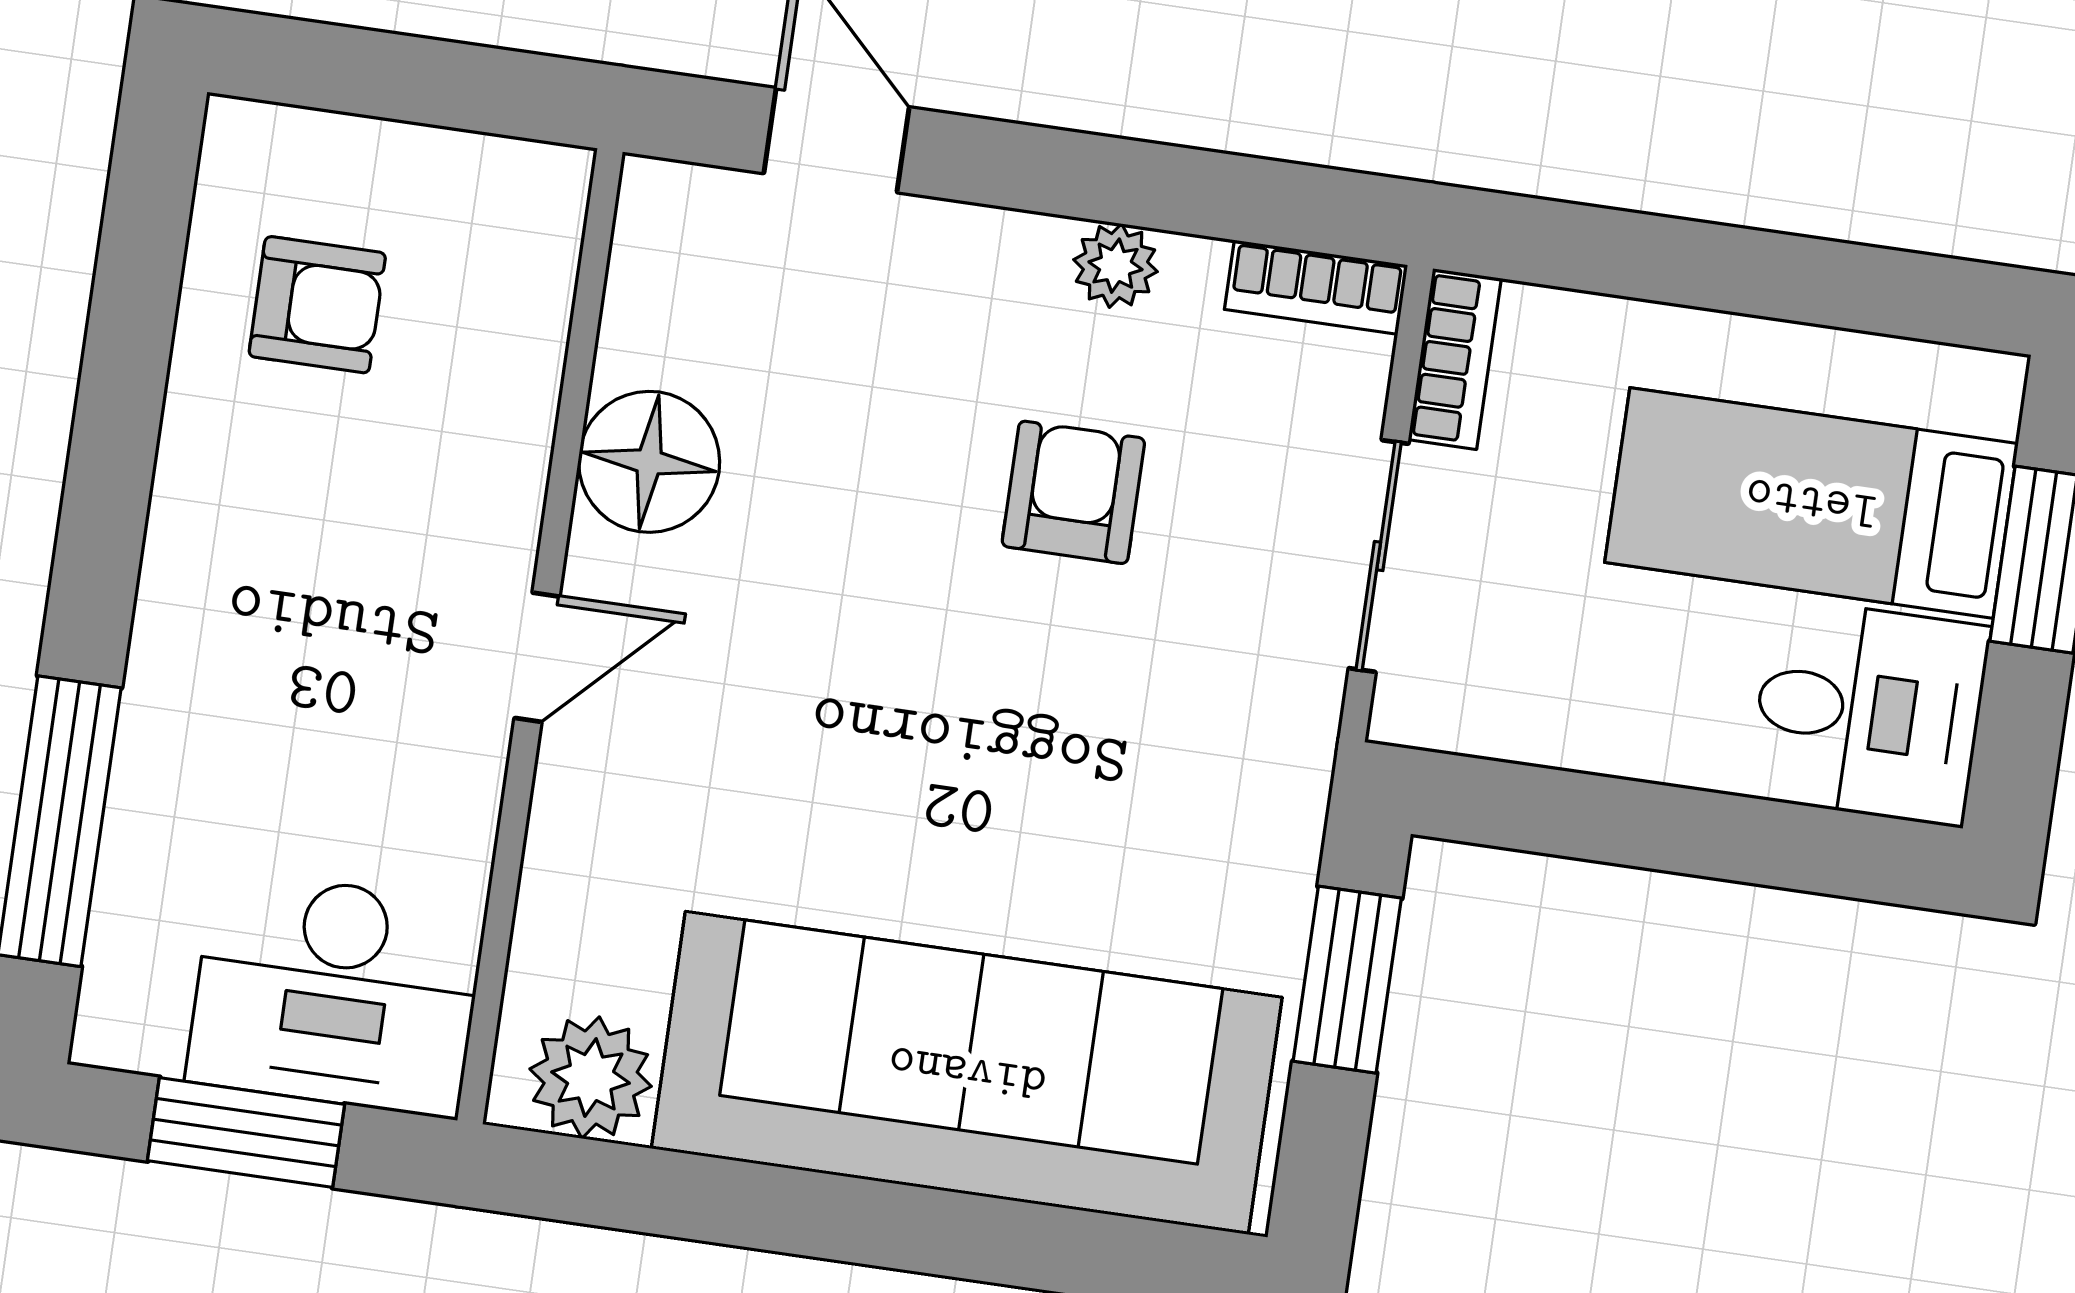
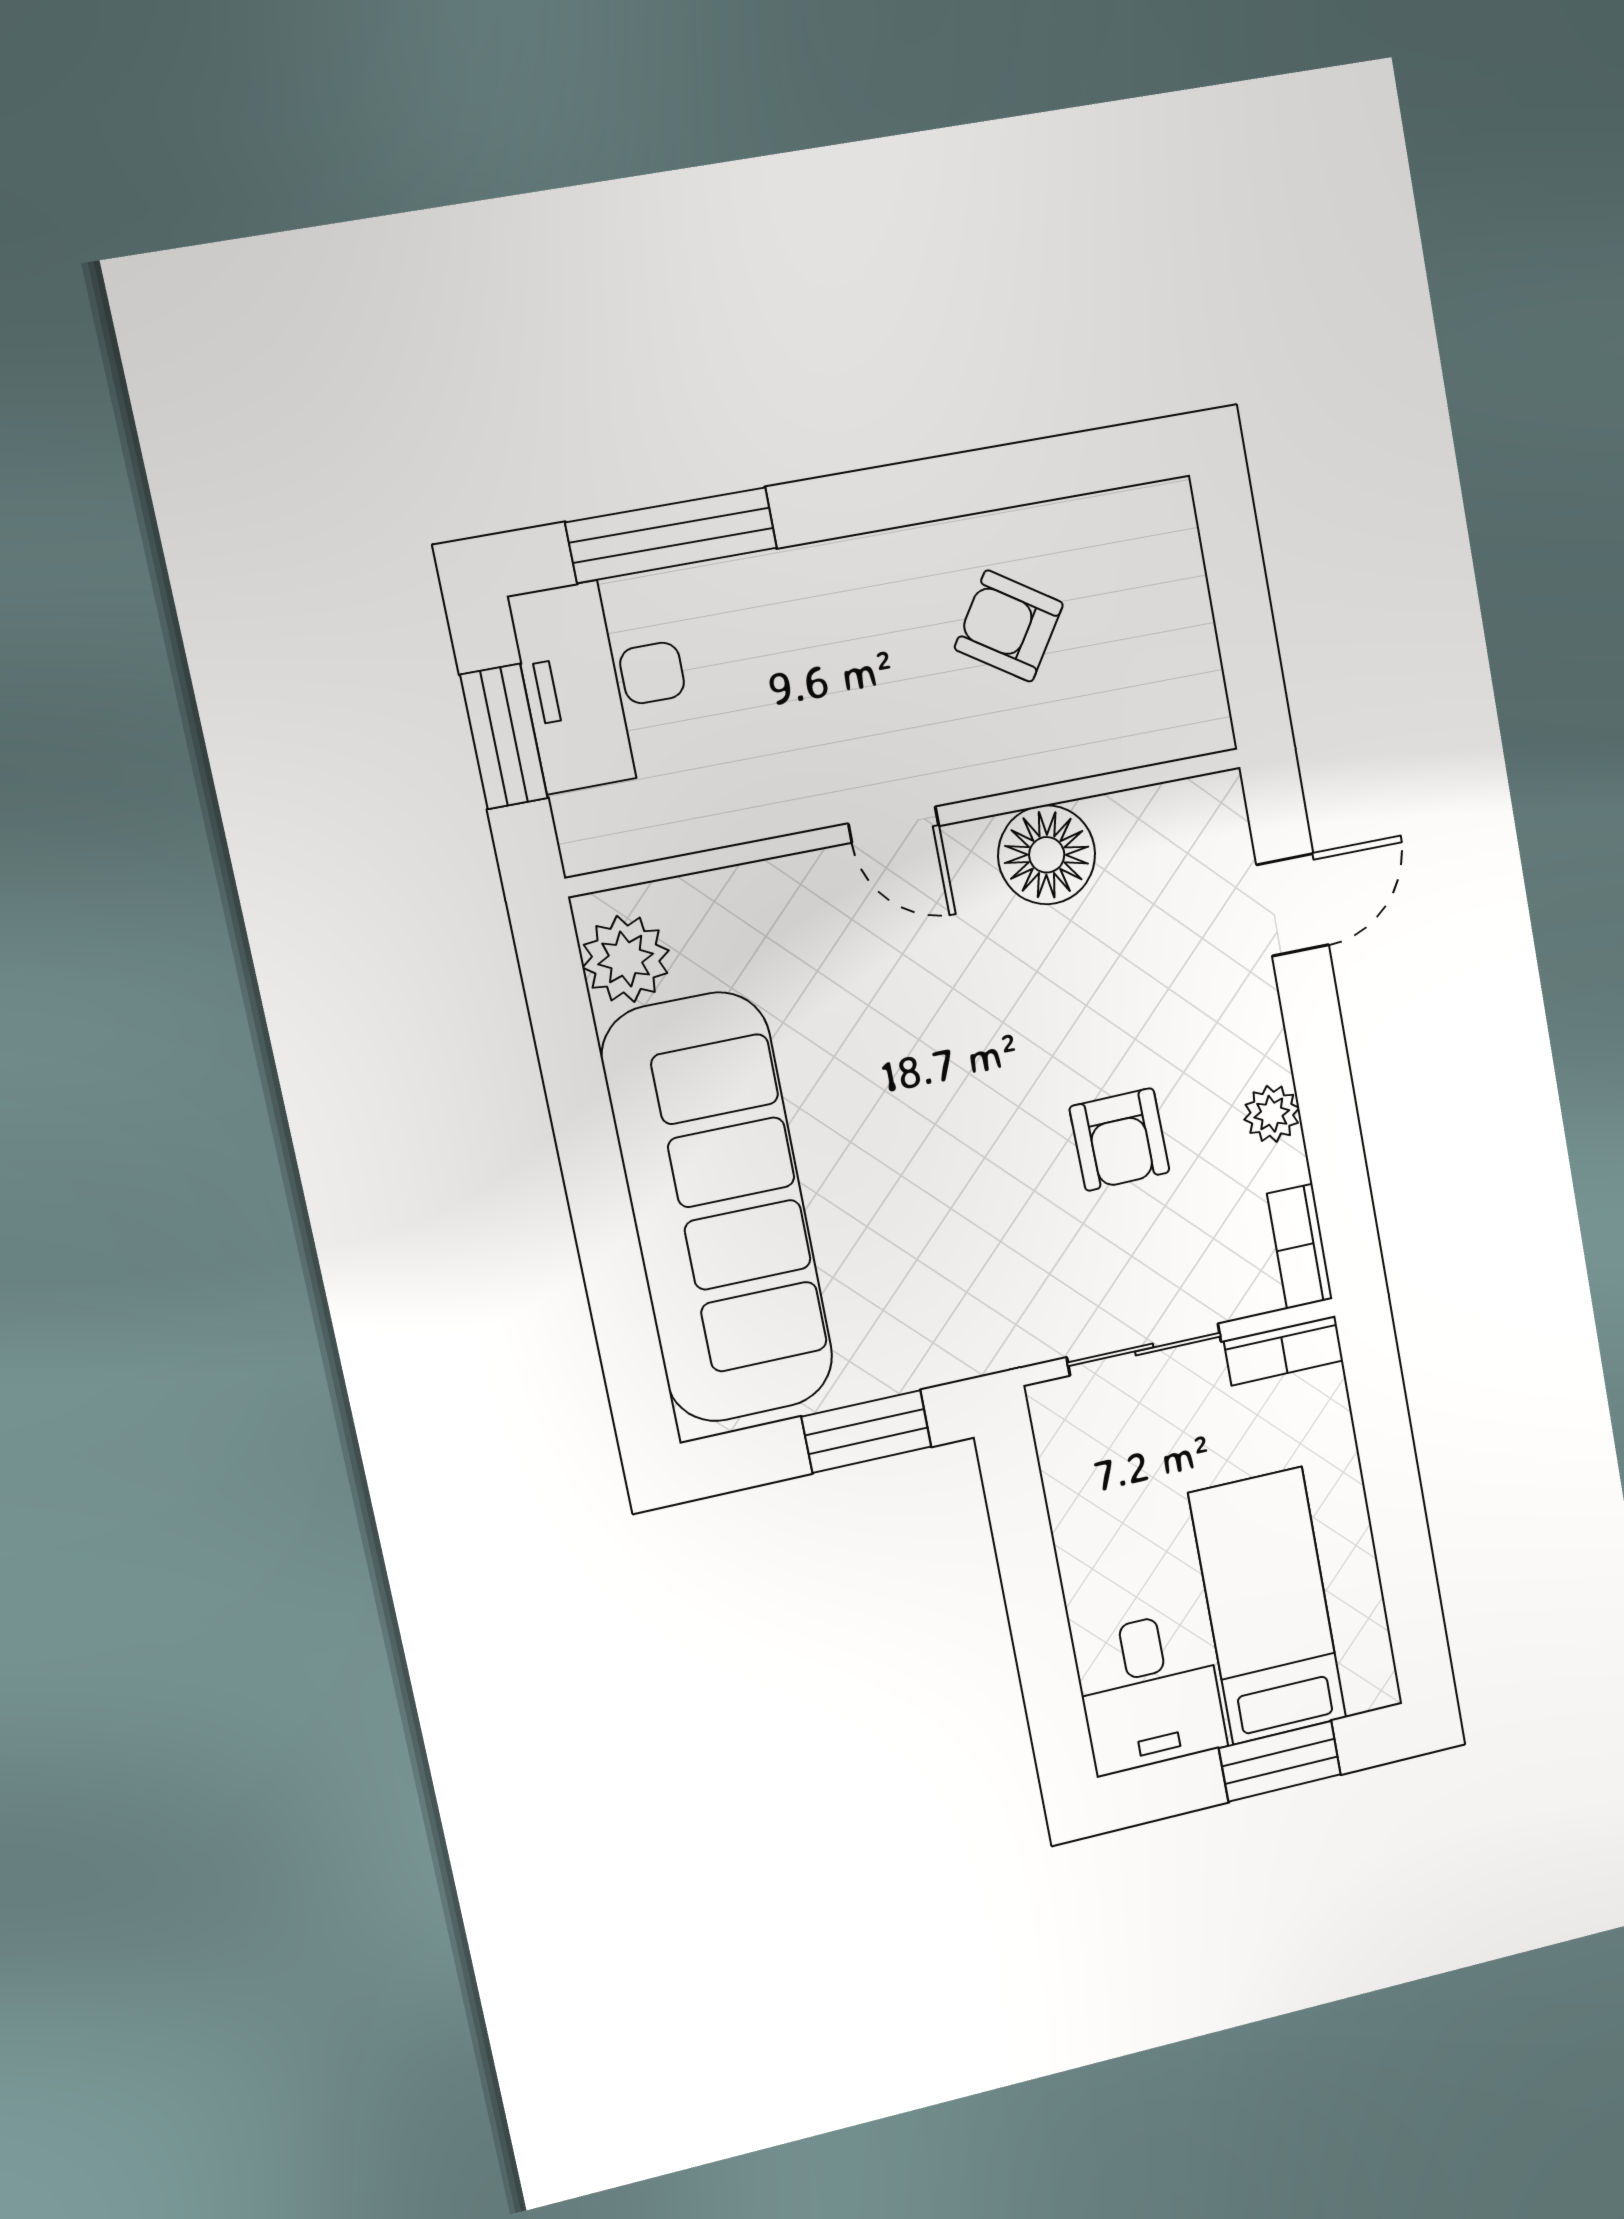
armchair: (317, 305) -> (1009, 626), moved, turned 123
armchair: (1073, 492) -> (1119, 1140), turned 89
desk: (336, 993) -> (604, 682), moved

